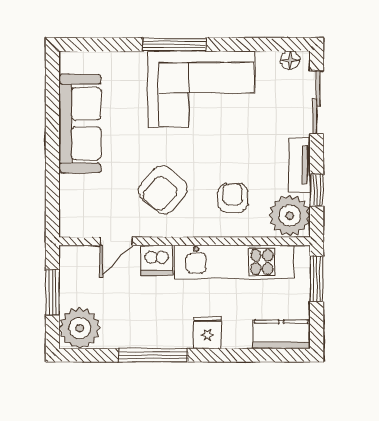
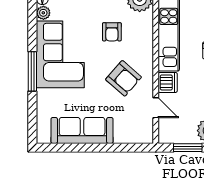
plant: (268, 62) -> (43, 13), added
armchair: (233, 198) -> (112, 32), moved, turned -90

